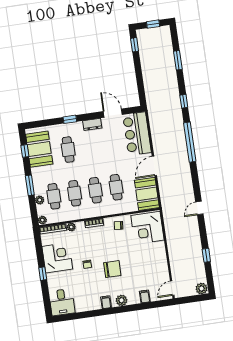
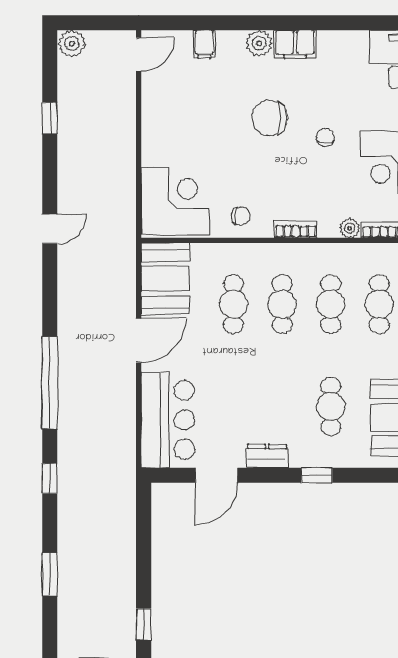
door: (113, 113) -> (216, 475), hinge flipped
filing cabinet: (106, 302) -> (295, 44), width x2.00

